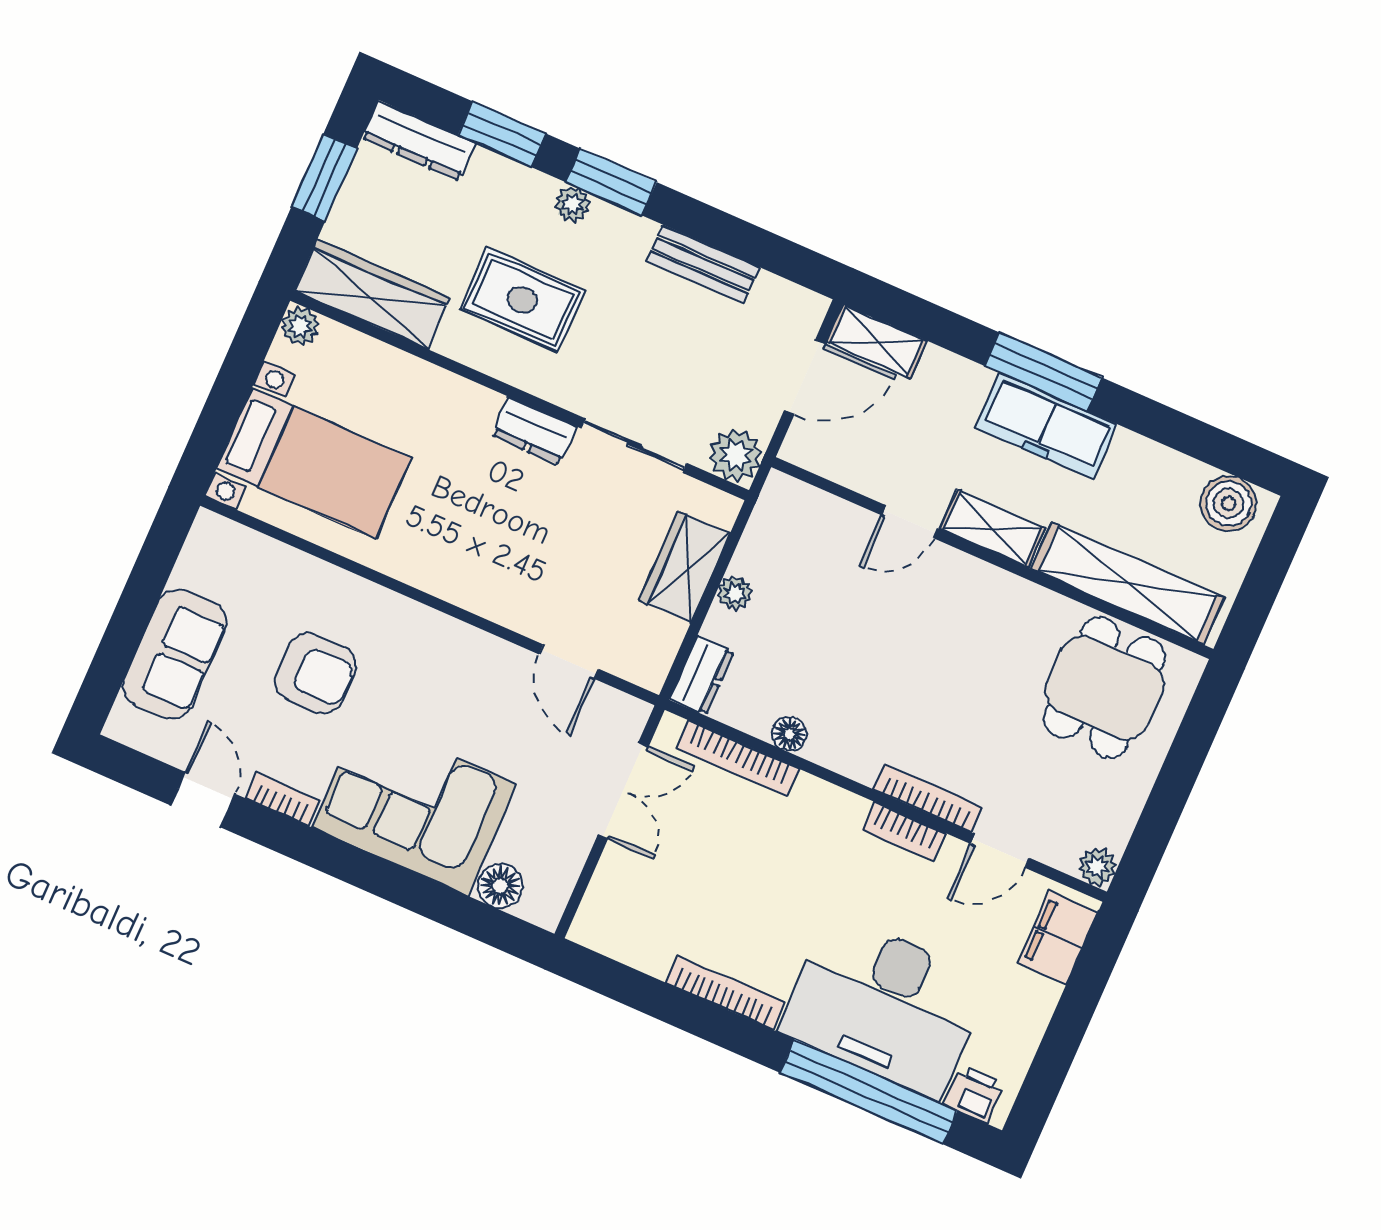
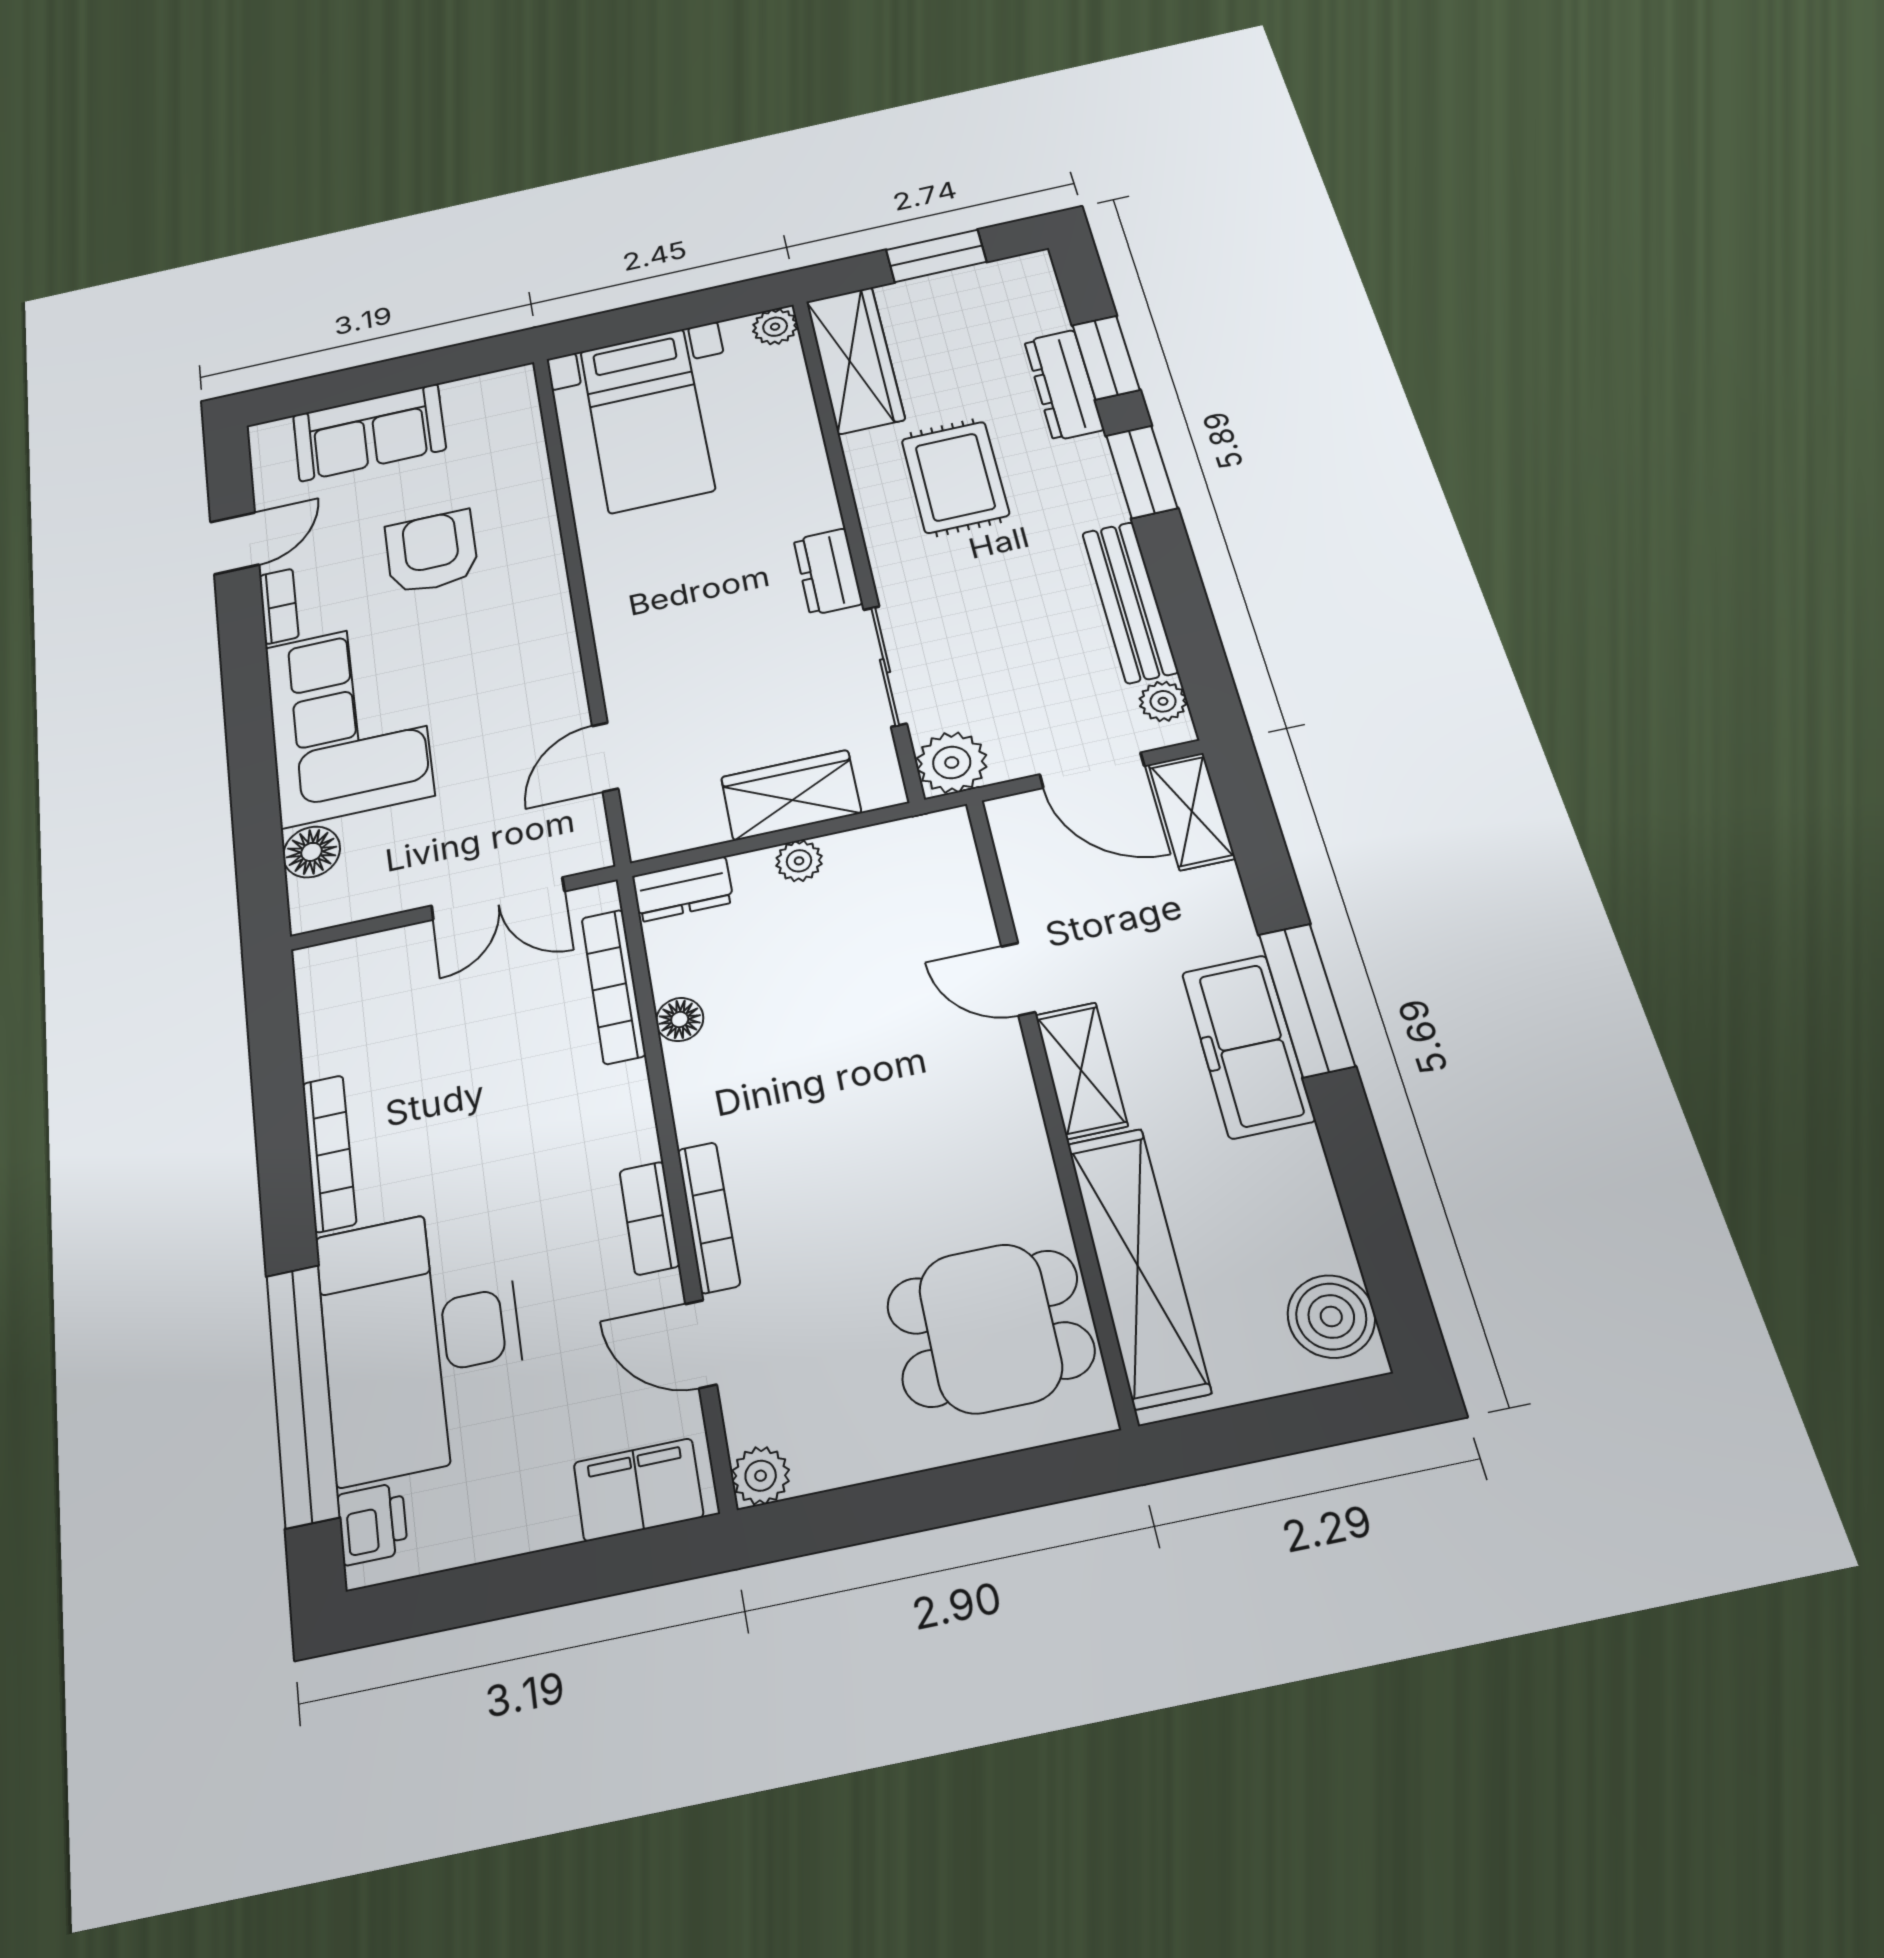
dresser: (419, 140) -> (1064, 385), moved
plant: (572, 204) -> (1163, 701), moved
bench: (703, 264) -> (1130, 602), width x1.36
armchair: (316, 673) -> (432, 552), turned 180

